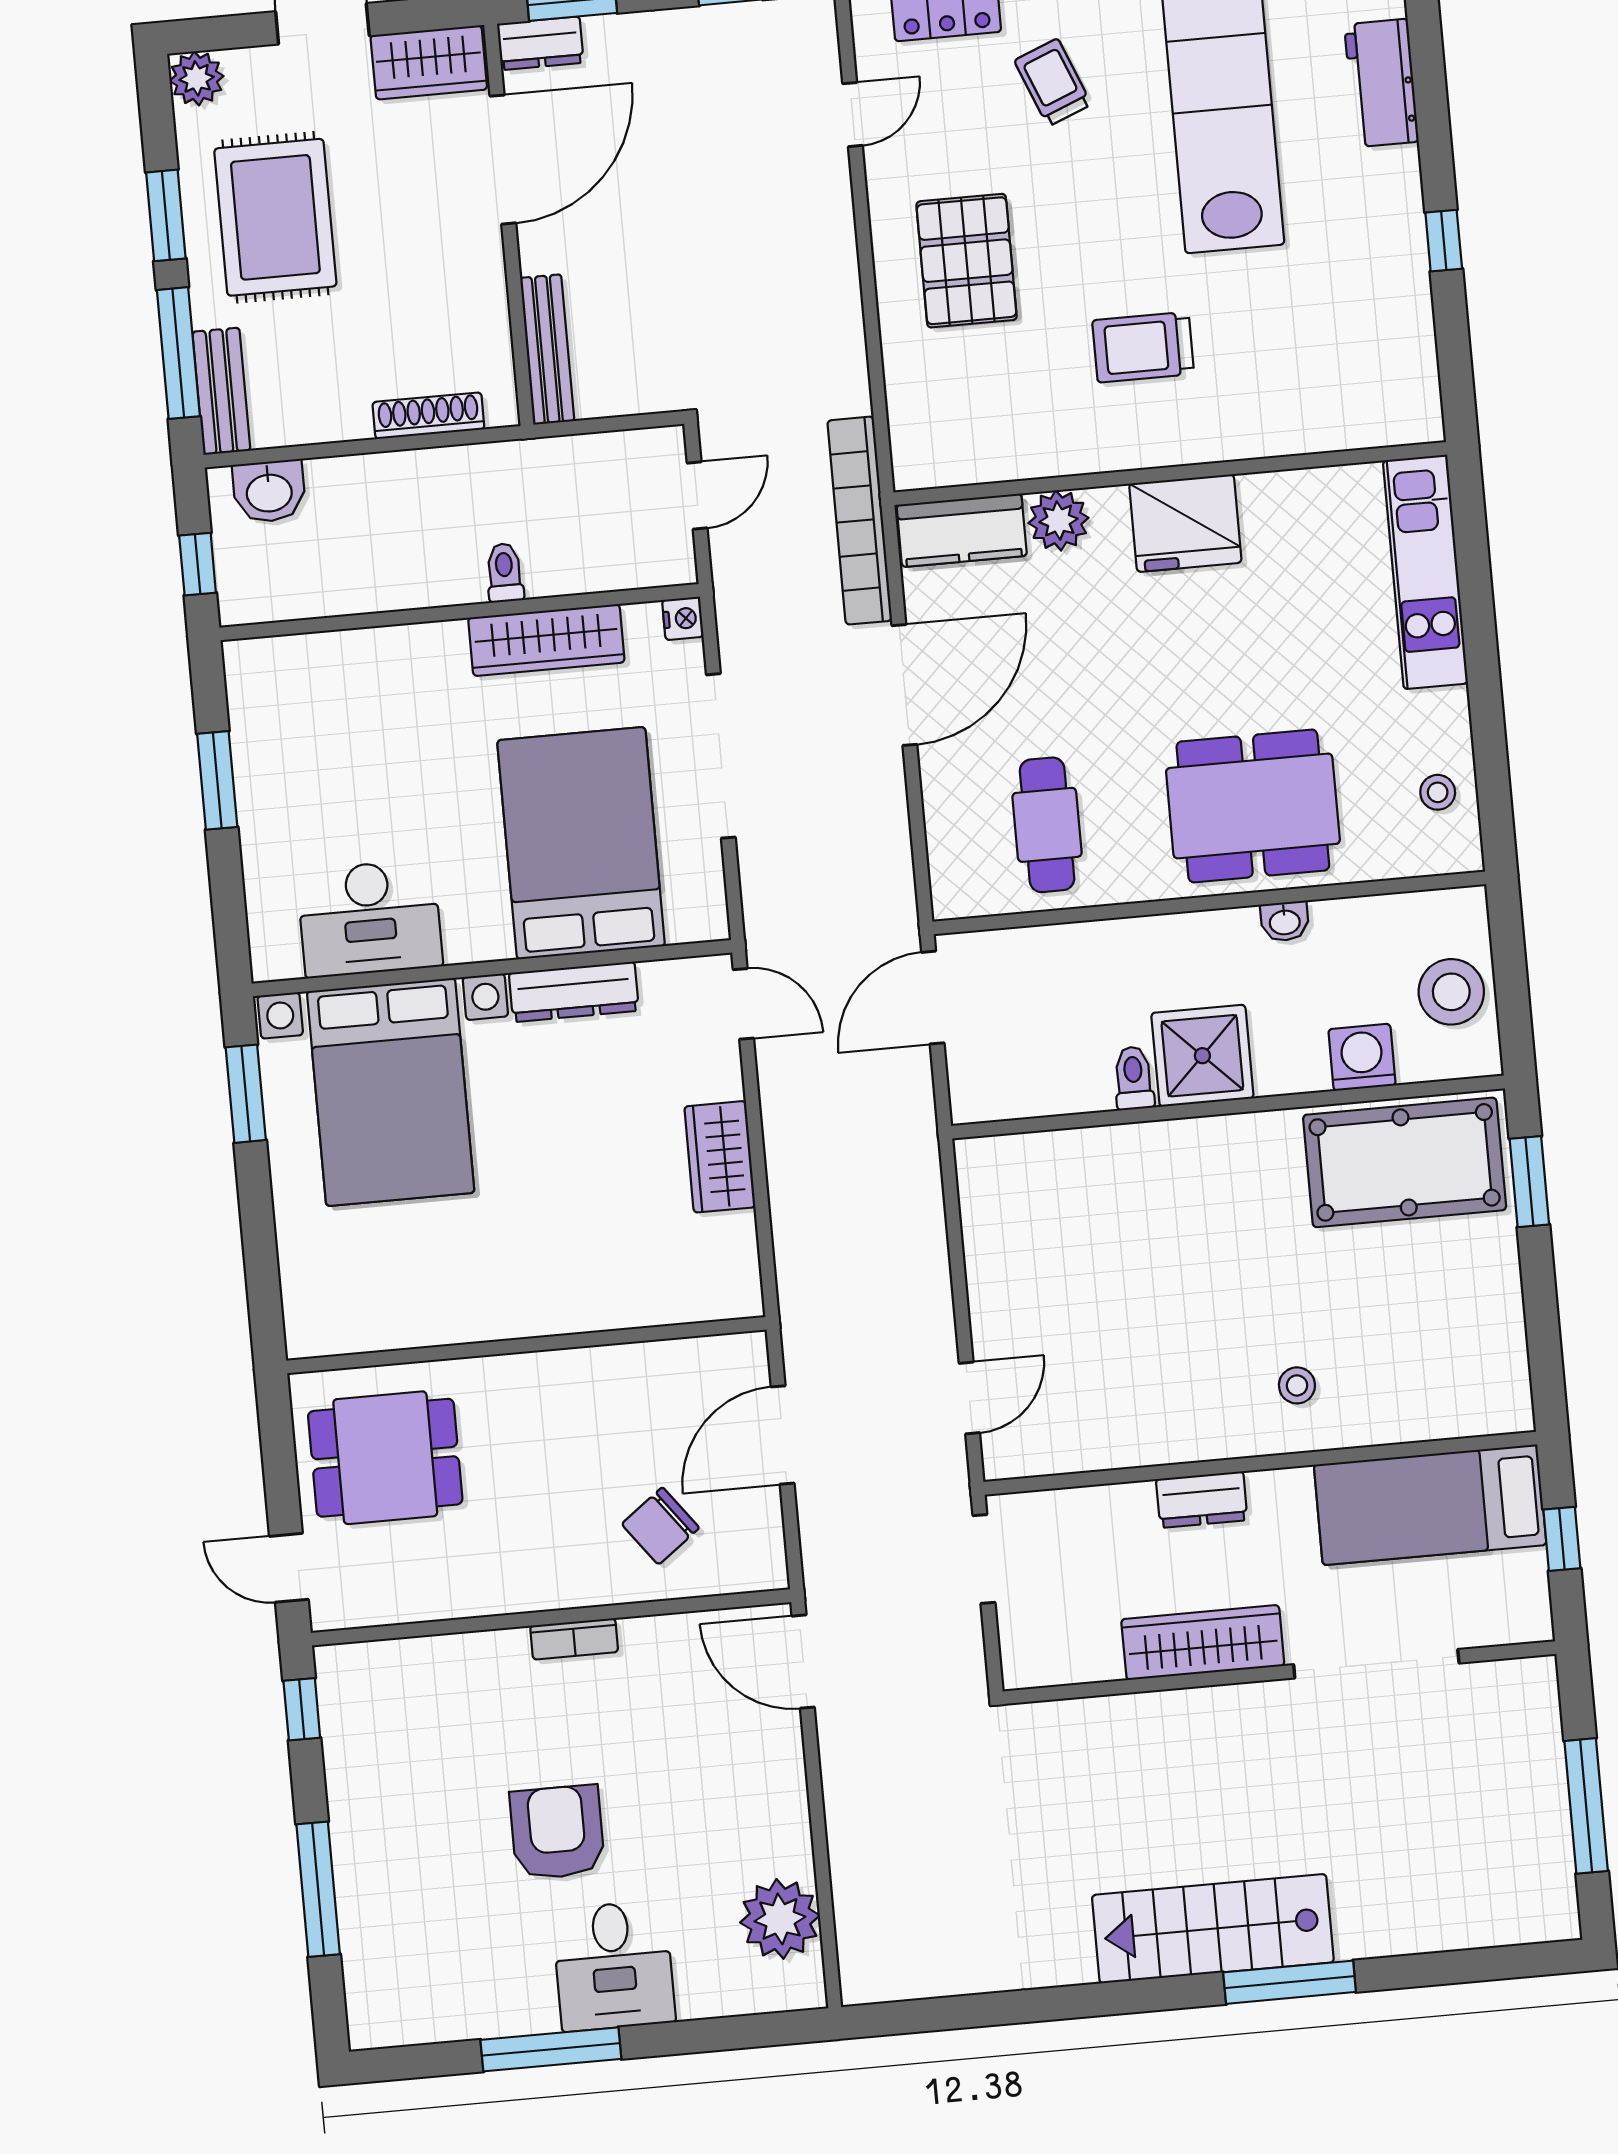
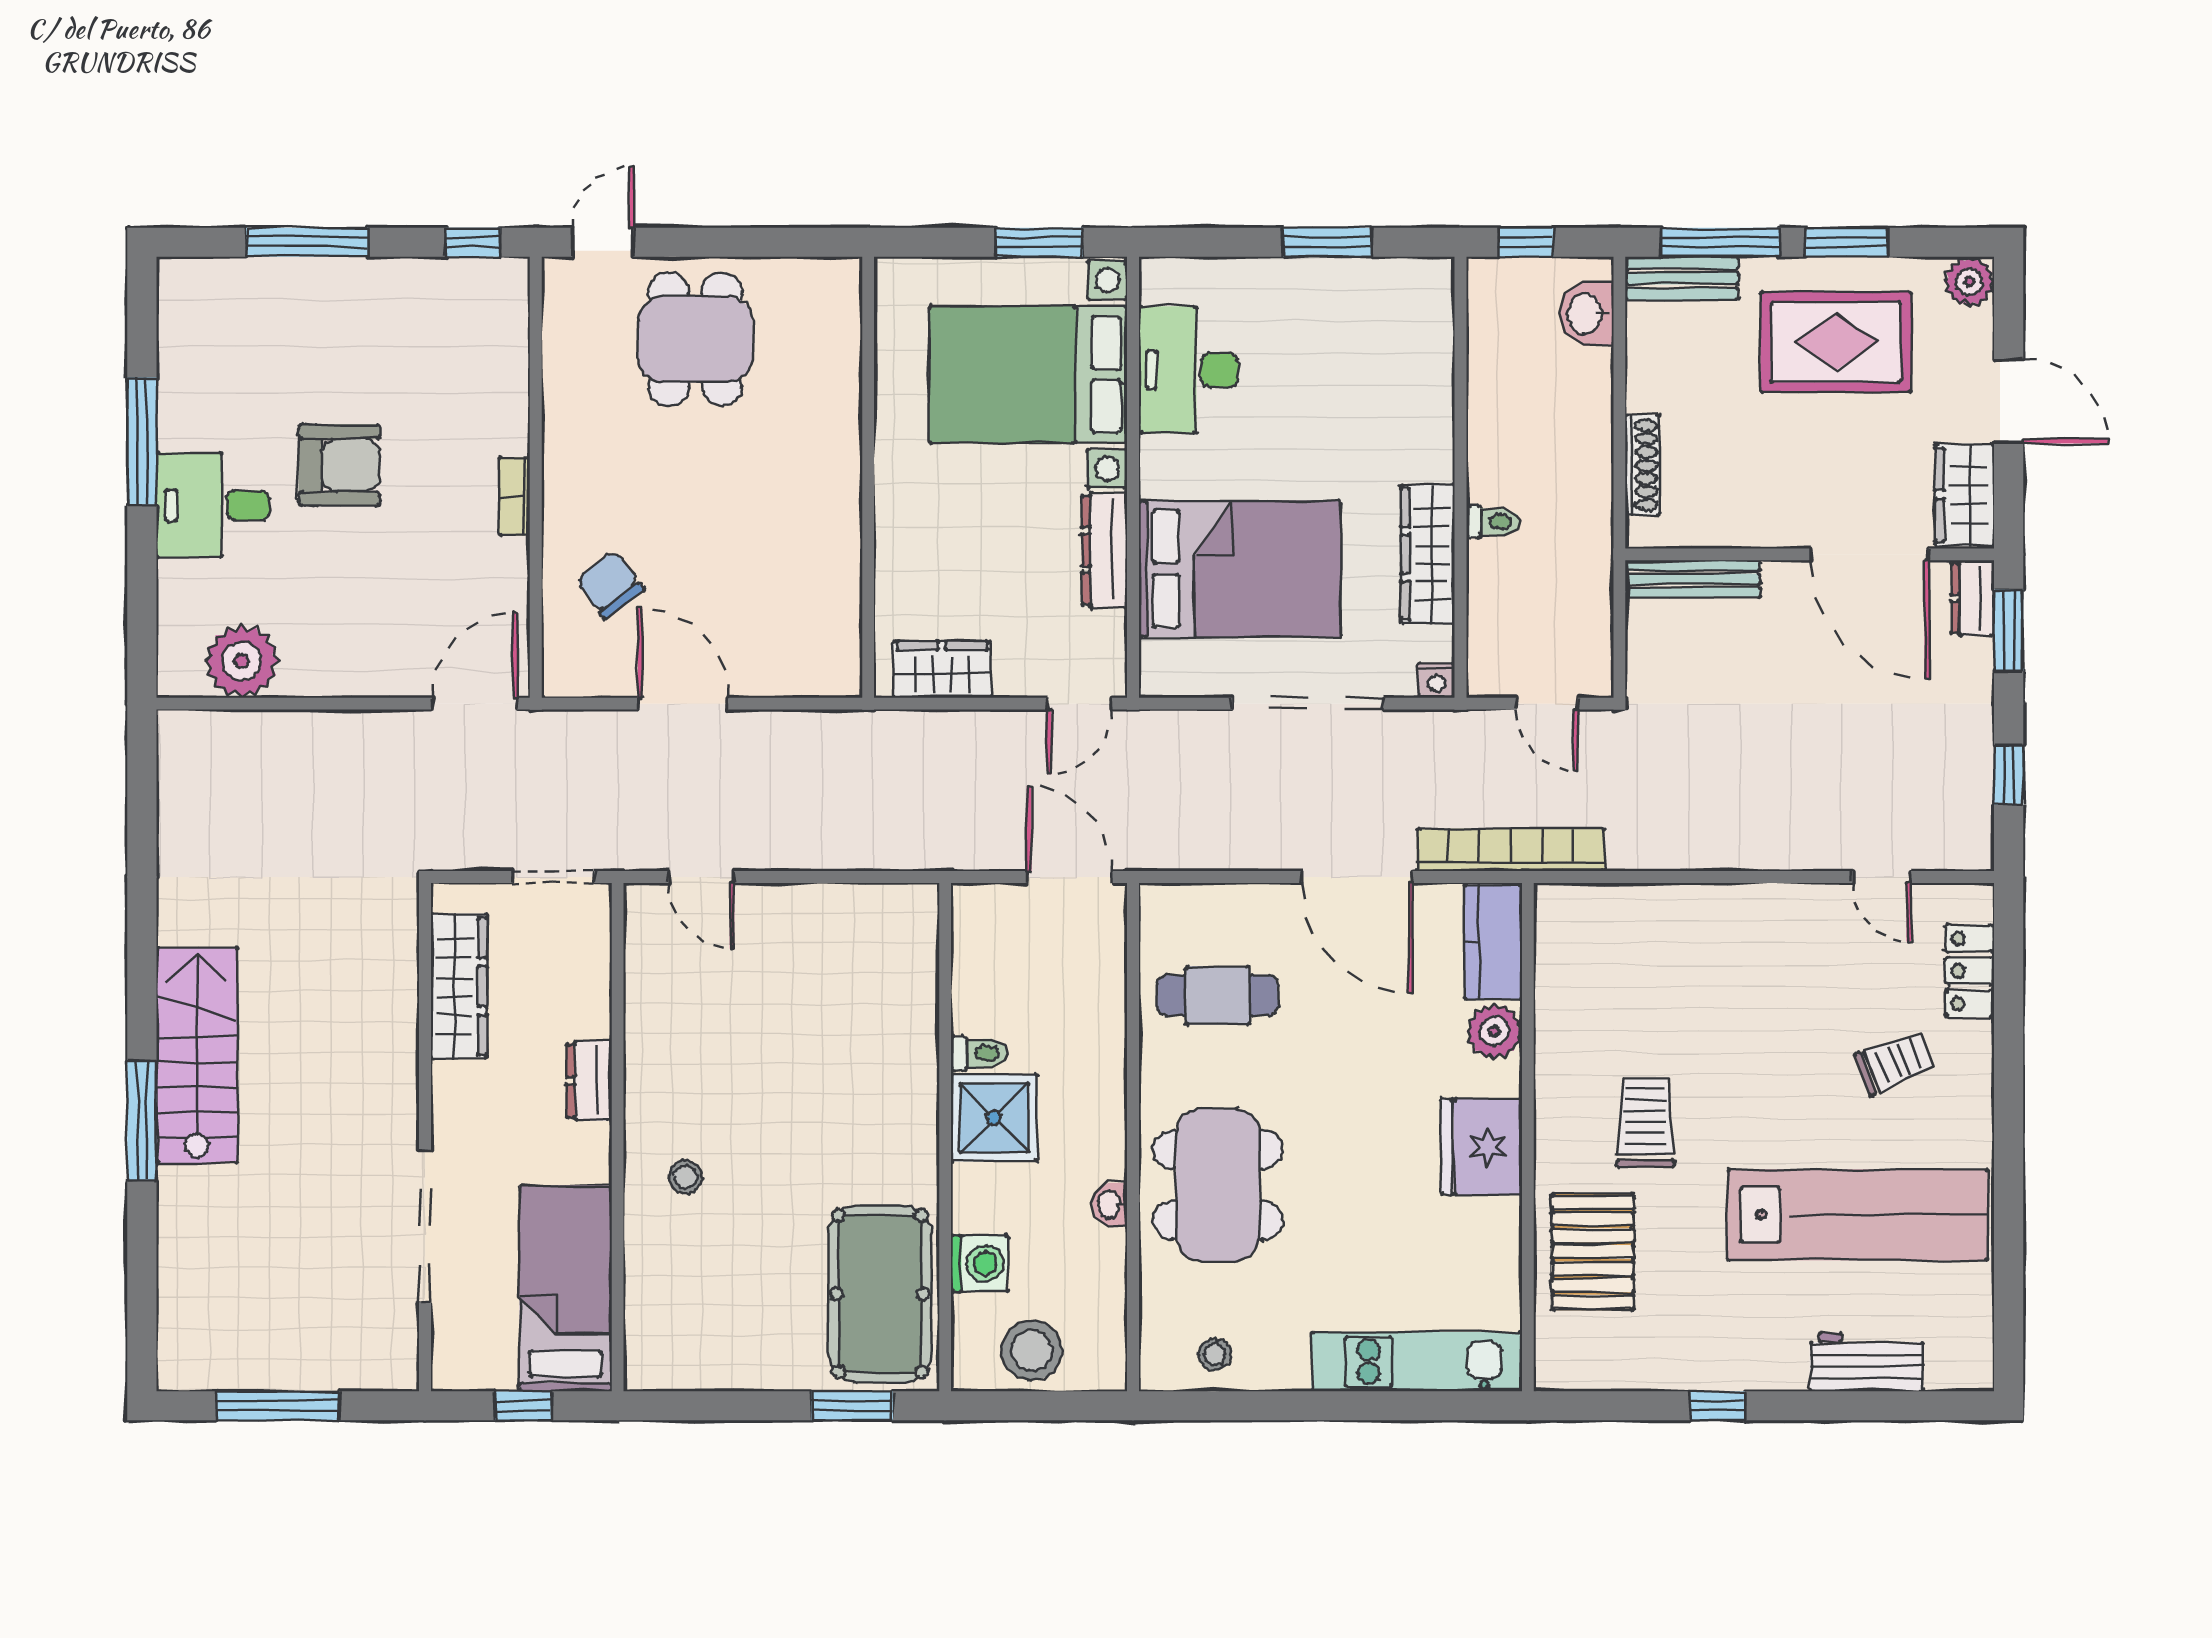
pallet: (967, 261) -> (1593, 1252), moved, turned 90
wall: (526, 1345) -> (868, 477), moved
wardrobe: (1203, 1642) -> (459, 986), moved

